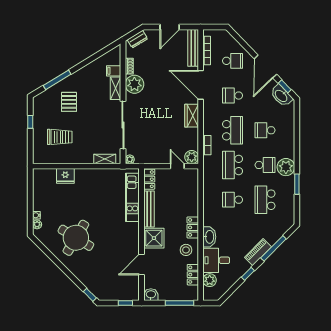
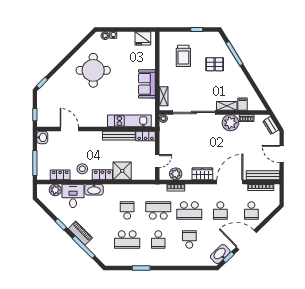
school desk: (233, 96) -> (220, 210), turned 180
plant: (192, 157) -> (176, 174), moved
plant: (286, 167) -> (156, 258), removed
fridge: (65, 176) -> (143, 38), moved, turned -90
sofa: (91, 178) -> (147, 84), added
school desk: (265, 200) -> (127, 240), turned 180
round table: (76, 238) -> (93, 70), turned -31
shower: (154, 238) -> (122, 171), moved

